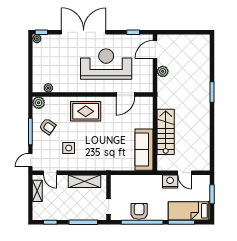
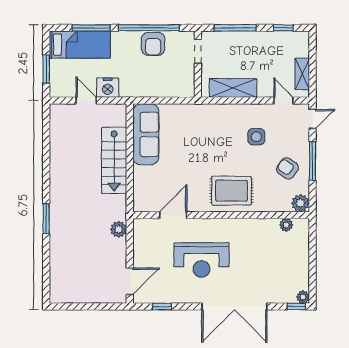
reception desk: (106, 64) -> (201, 260), width x0.74, depth x0.77
plant: (163, 71) -> (119, 229), moved

